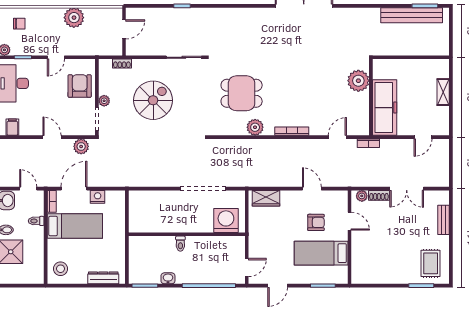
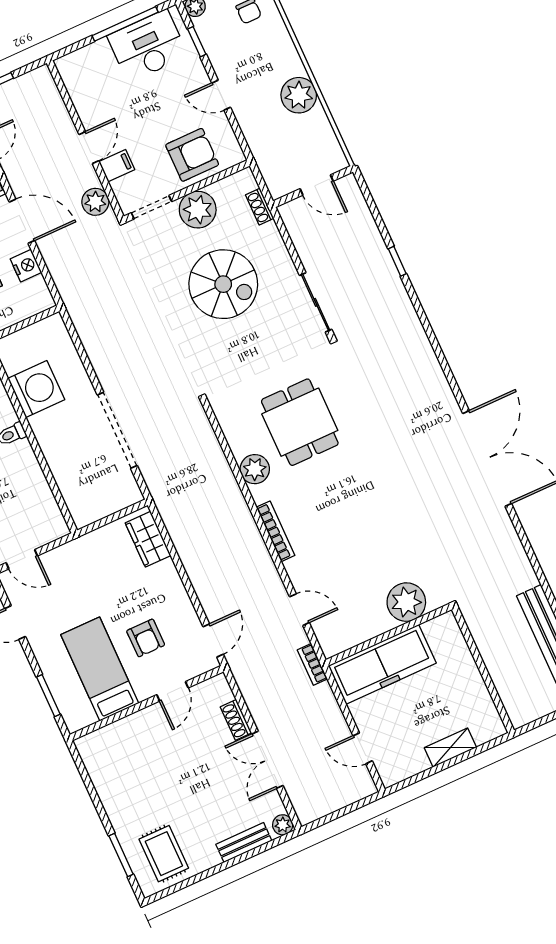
plant: (104, 101) -> (198, 210), width x1.88, depth x1.88
filing cabinet: (12, 127) -> (117, 166), moved
door: (312, 189) -> (213, 641), moved
plant: (362, 196) -> (283, 825), moved
washing machine: (226, 220) -> (36, 389), moved
rug: (431, 263) -> (164, 854), turned 90

